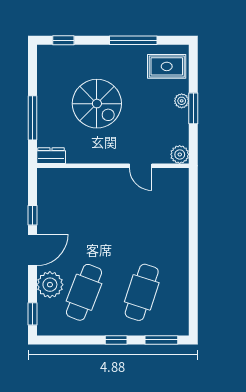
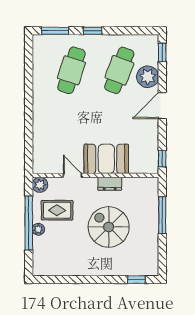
window: (133, 40) -> (78, 280), removed
rug: (167, 66) -> (57, 210), moved
window: (193, 108) -> (29, 223), width x2.11
dresser: (51, 156) -> (110, 184), moved
booth: (100, 186) -> (106, 159), added
window: (32, 215) -> (162, 159), moved

